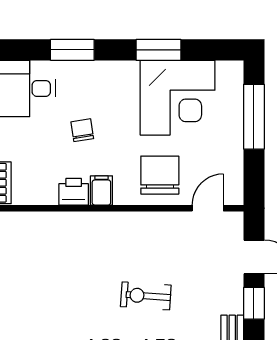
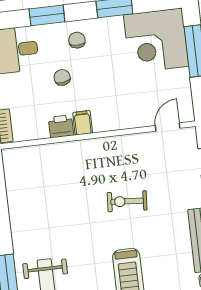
corner desk: (178, 98) -> (156, 41), moved, turned 90
chair: (160, 175) -> (77, 40), moved, width x0.54, depth x0.54

